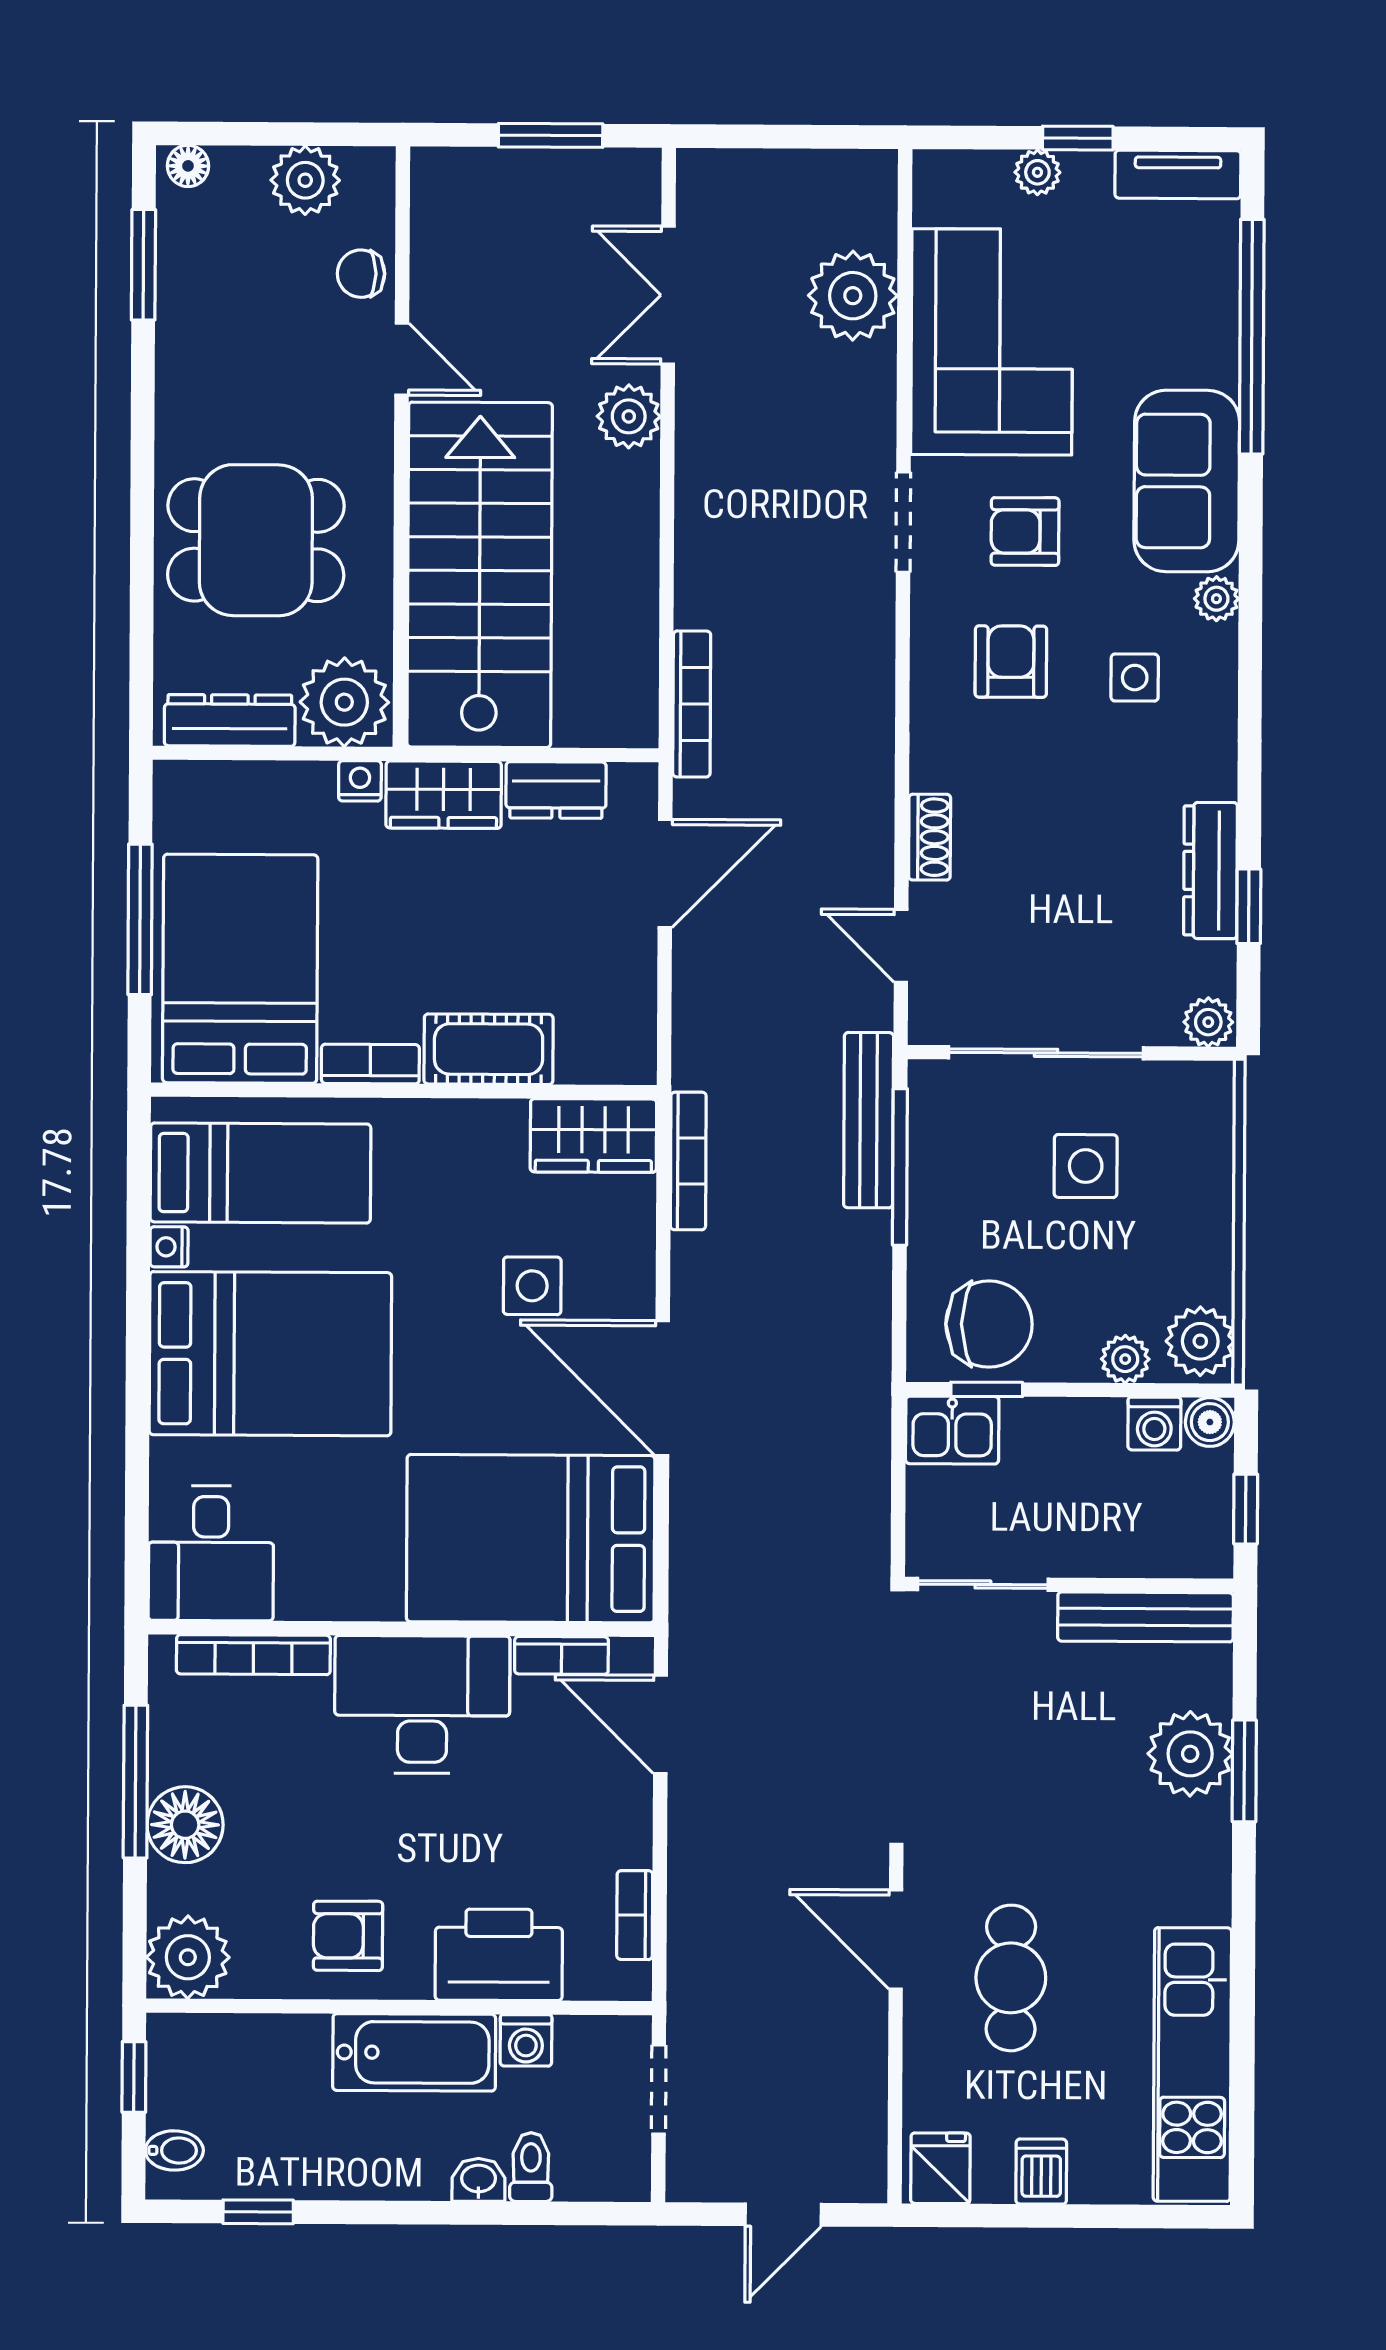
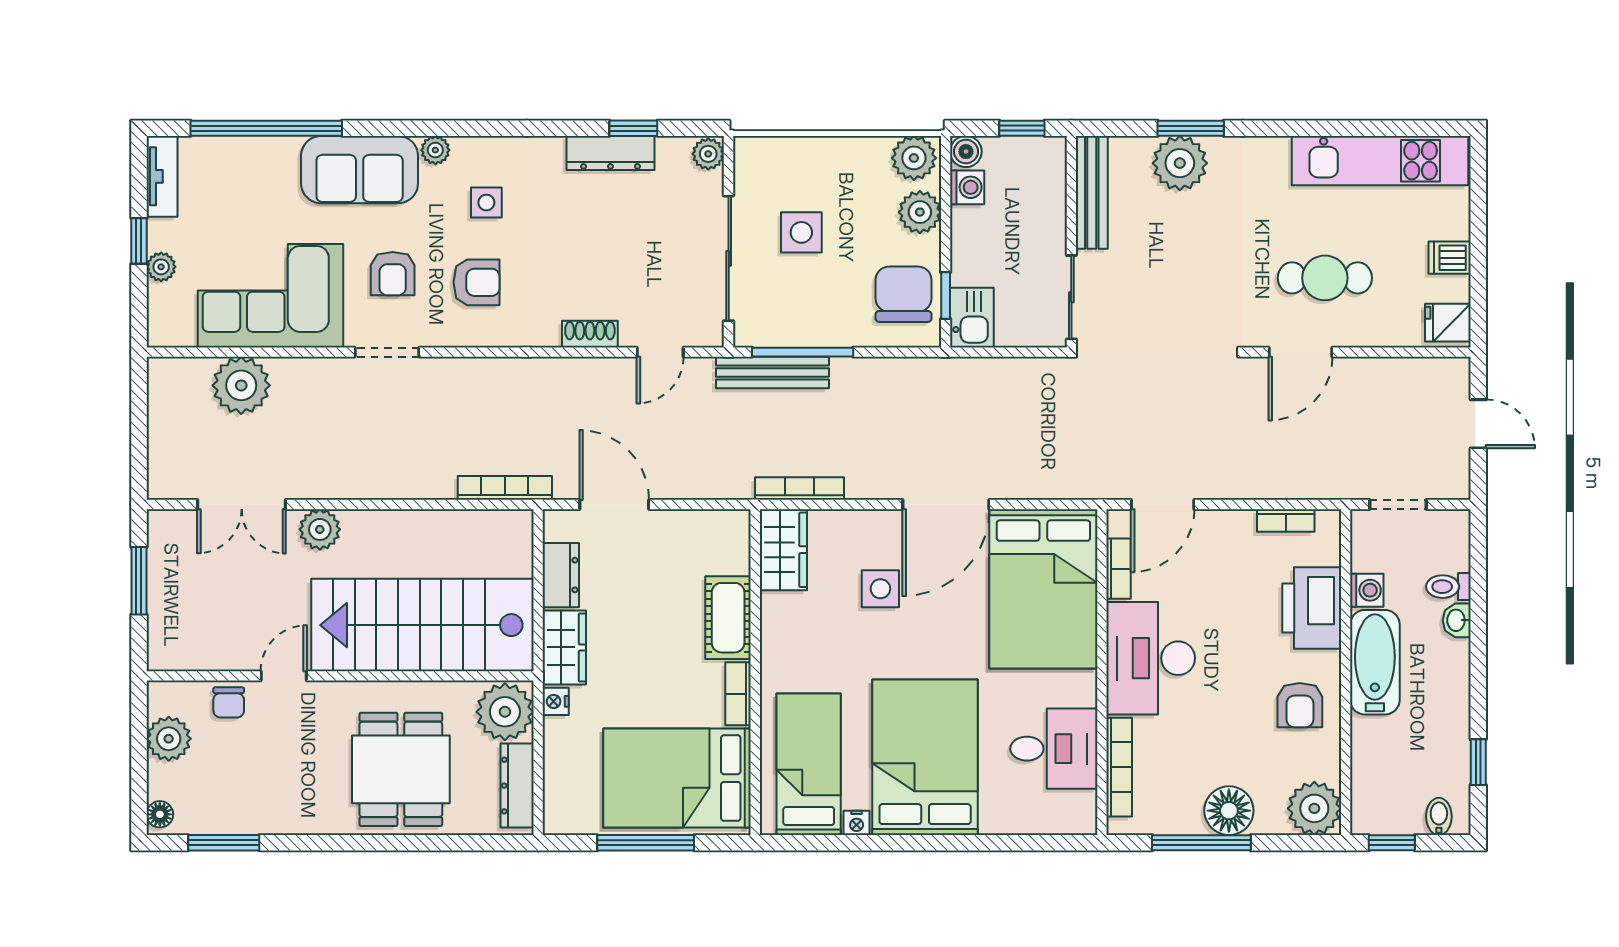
armchair: (1011, 662) -> (476, 282), turned 180
plant: (1125, 1359) -> (920, 212), width x1.38, depth x1.38
desk: (211, 1553) -> (1054, 749), moved

